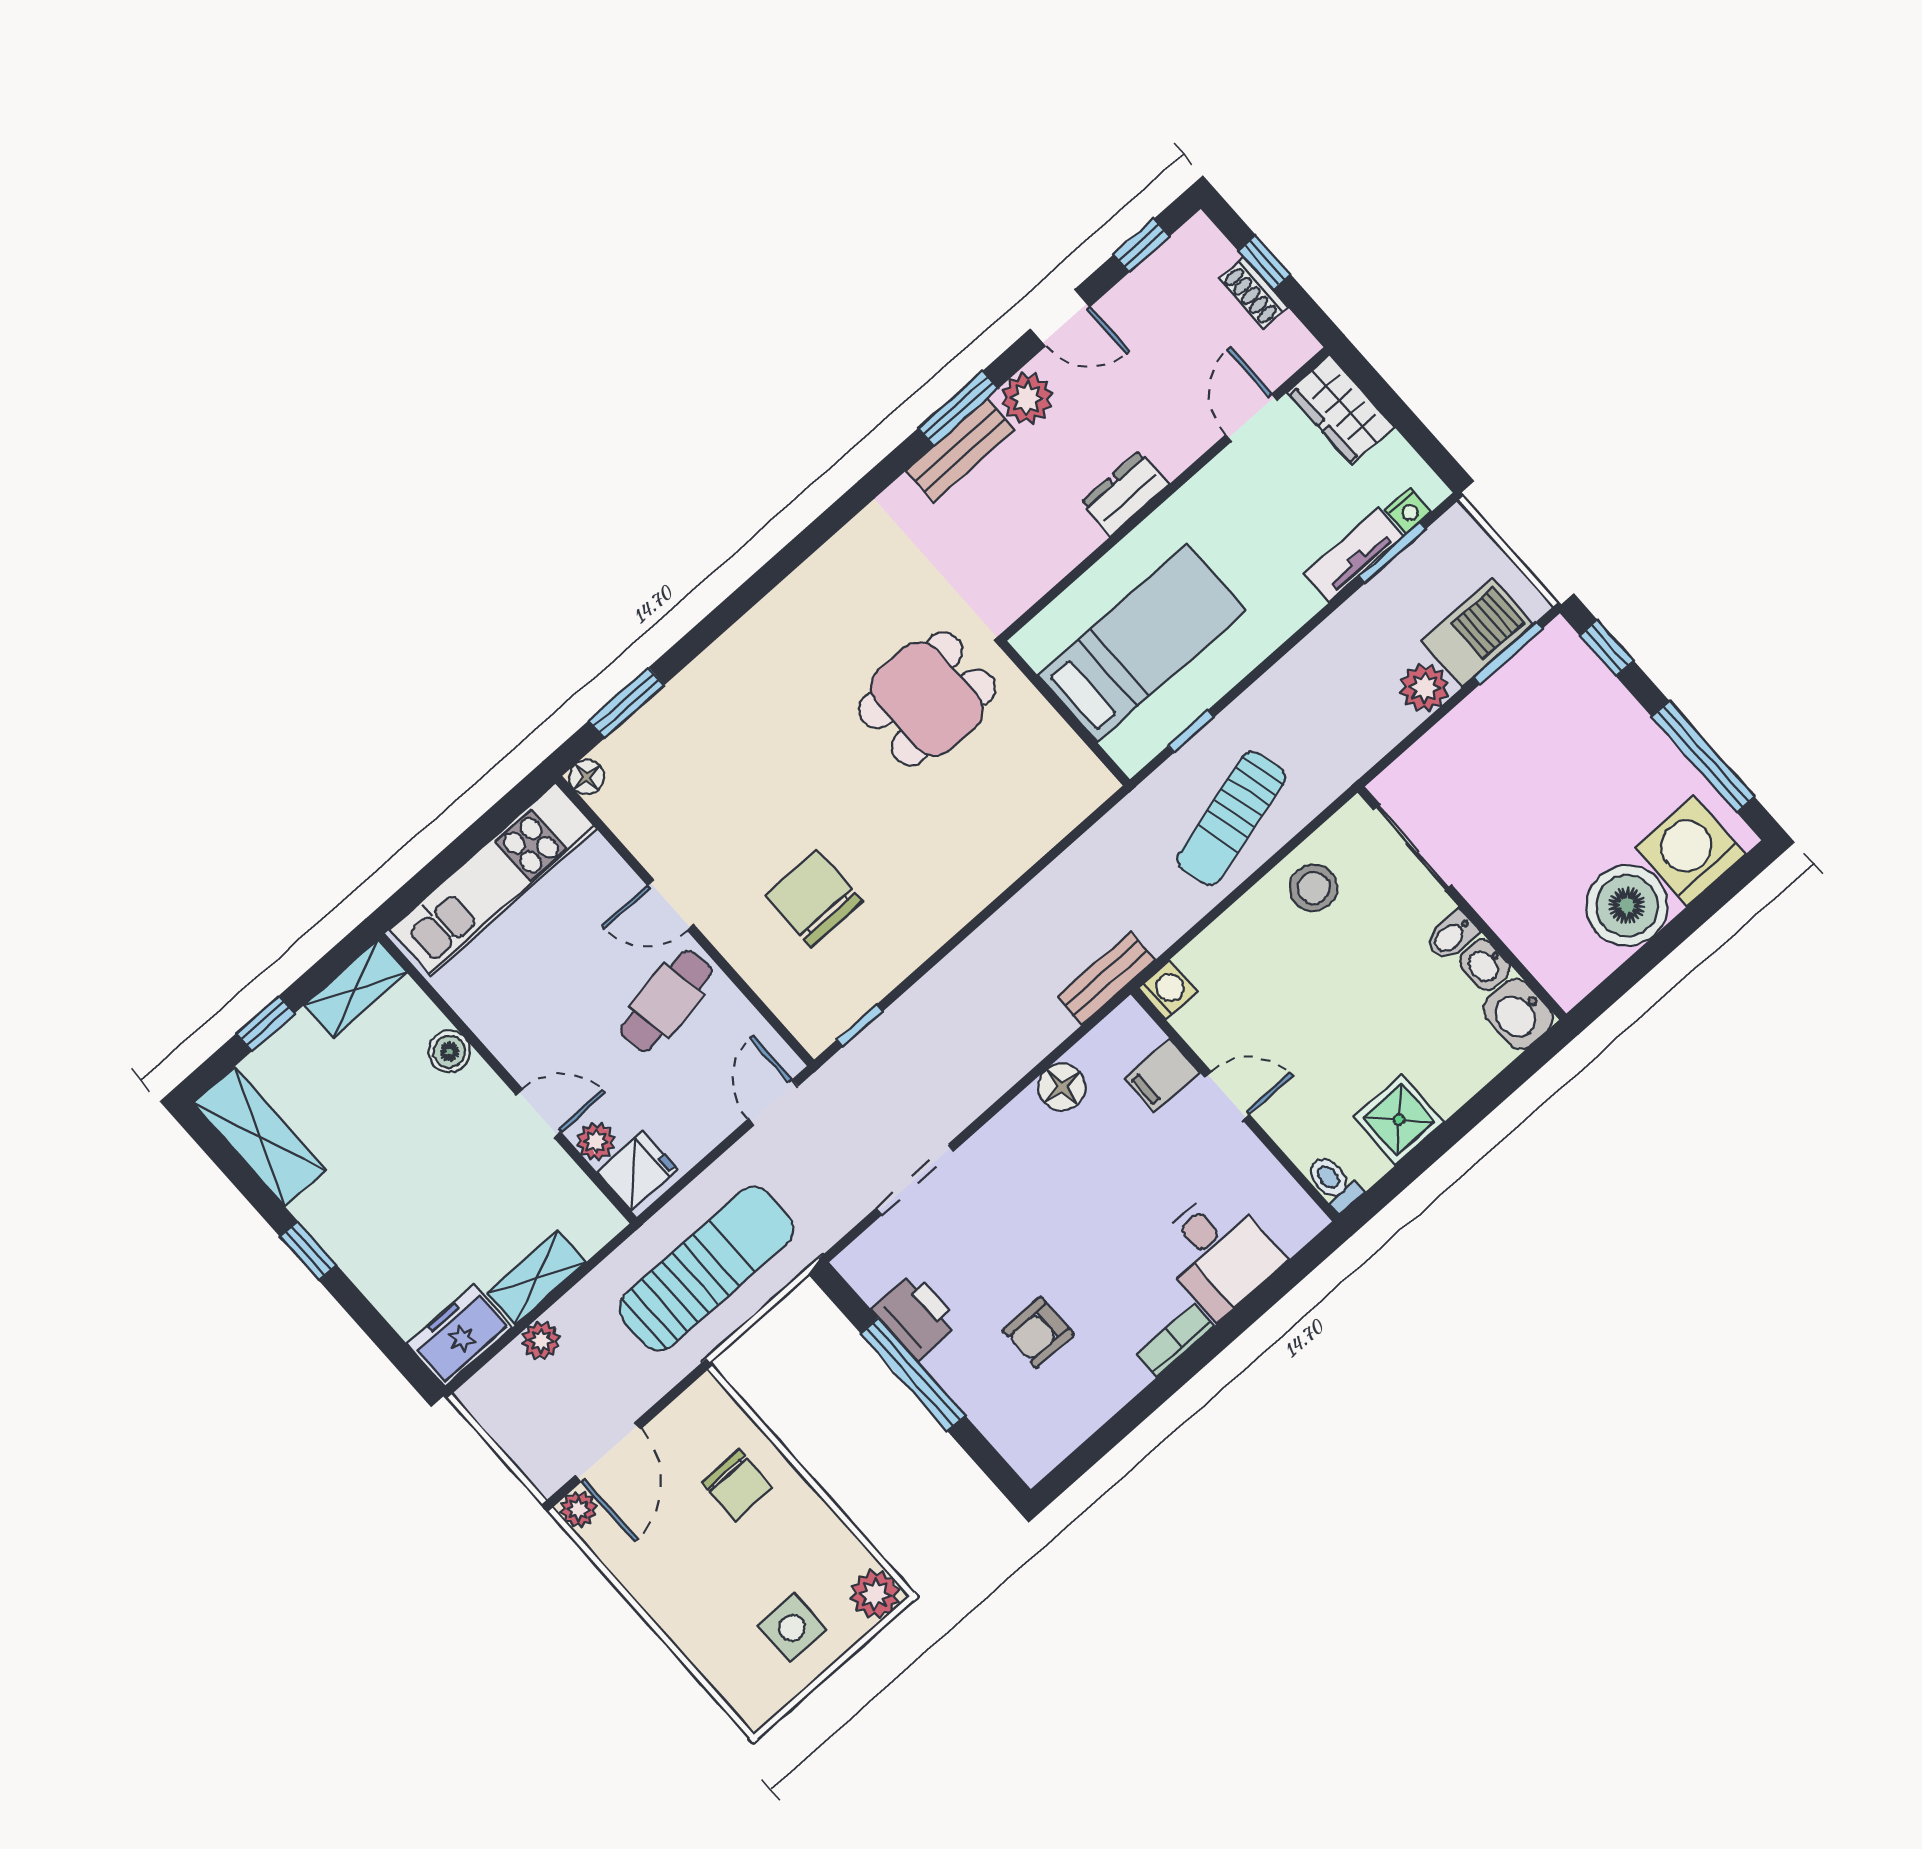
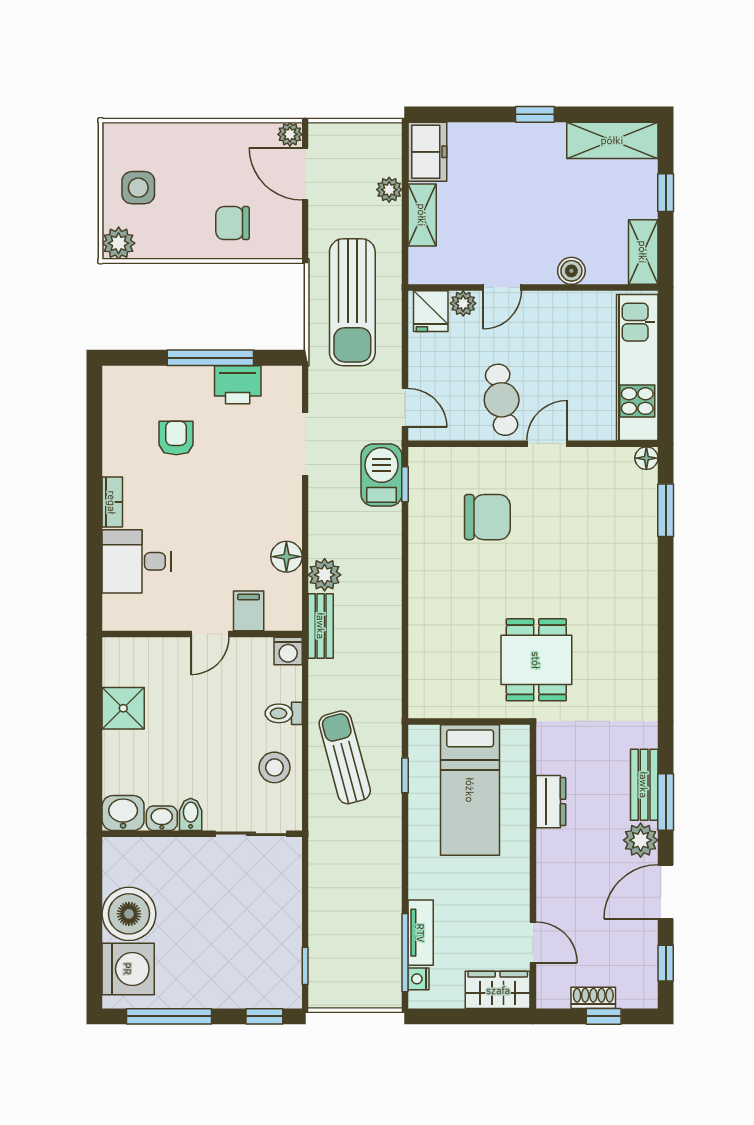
door: (1060, 318) -> (666, 892), width x1.38
dresser: (1125, 493) -> (551, 802), moved
window: (1392, 553) -> (405, 953), width x1.44
barbecue: (1477, 633) -> (381, 475), moved, turned 180
window: (1508, 653) -> (305, 966), width x0.67
plant: (1424, 688) -> (325, 575), moved
toilet: (1334, 1183) -> (284, 713), moved, turned 180

